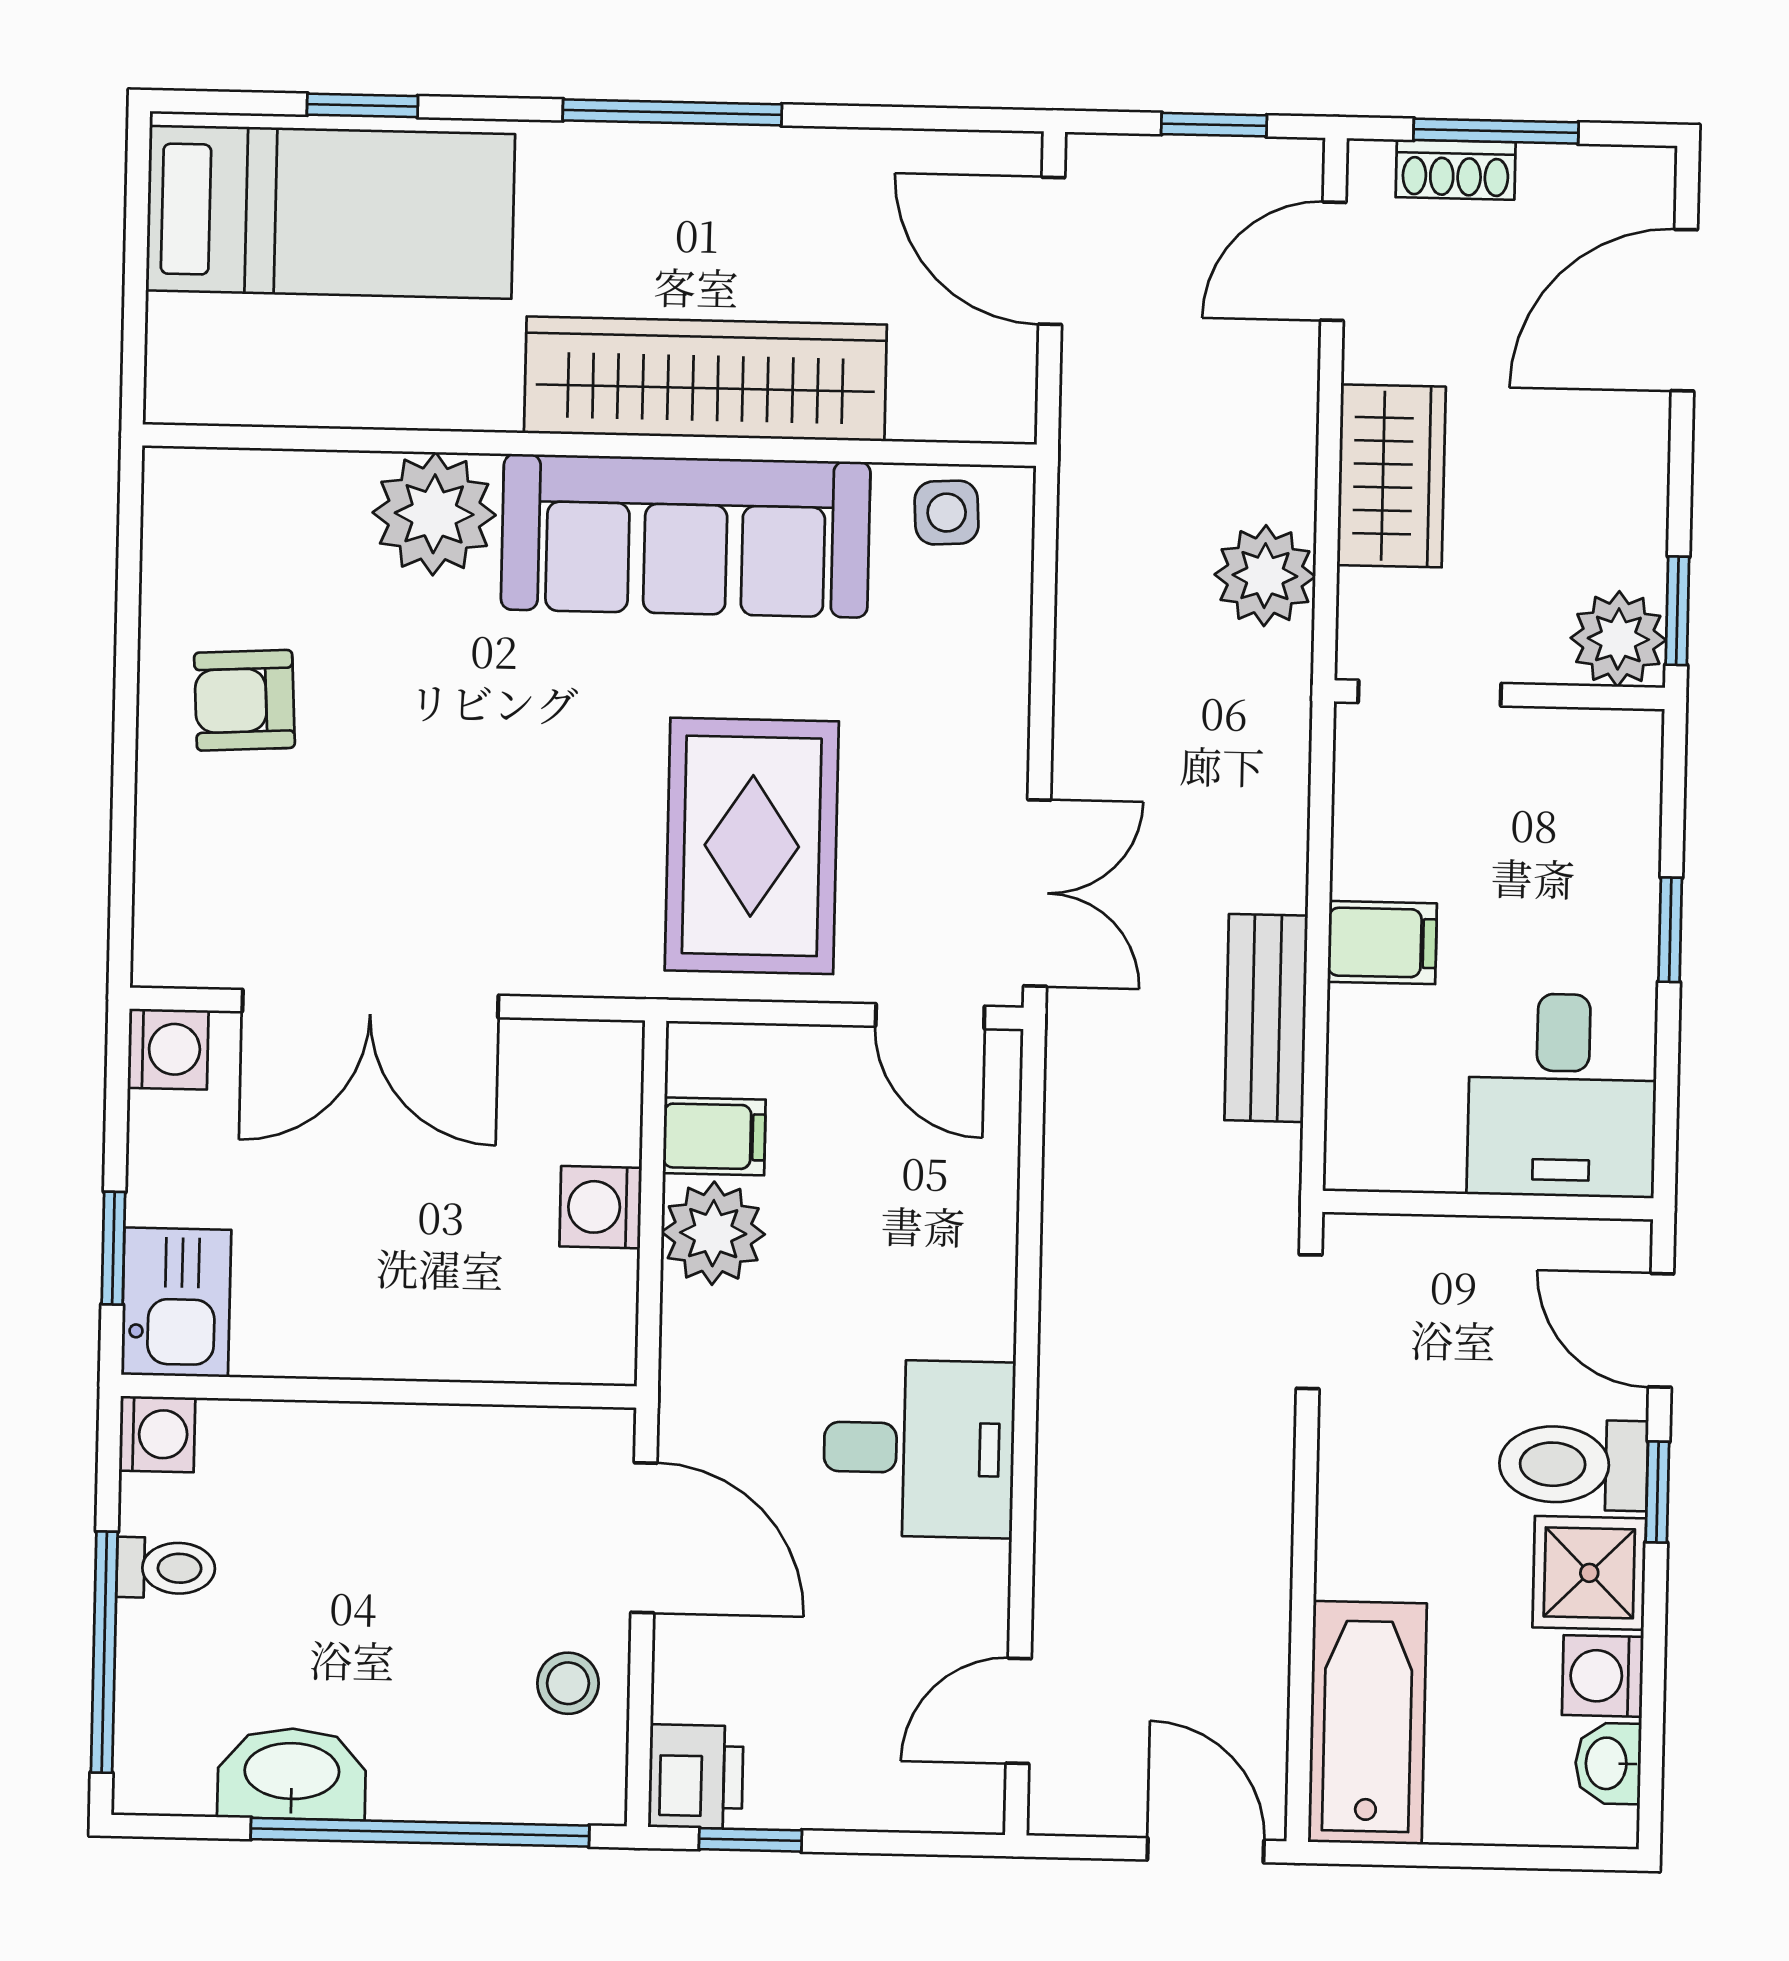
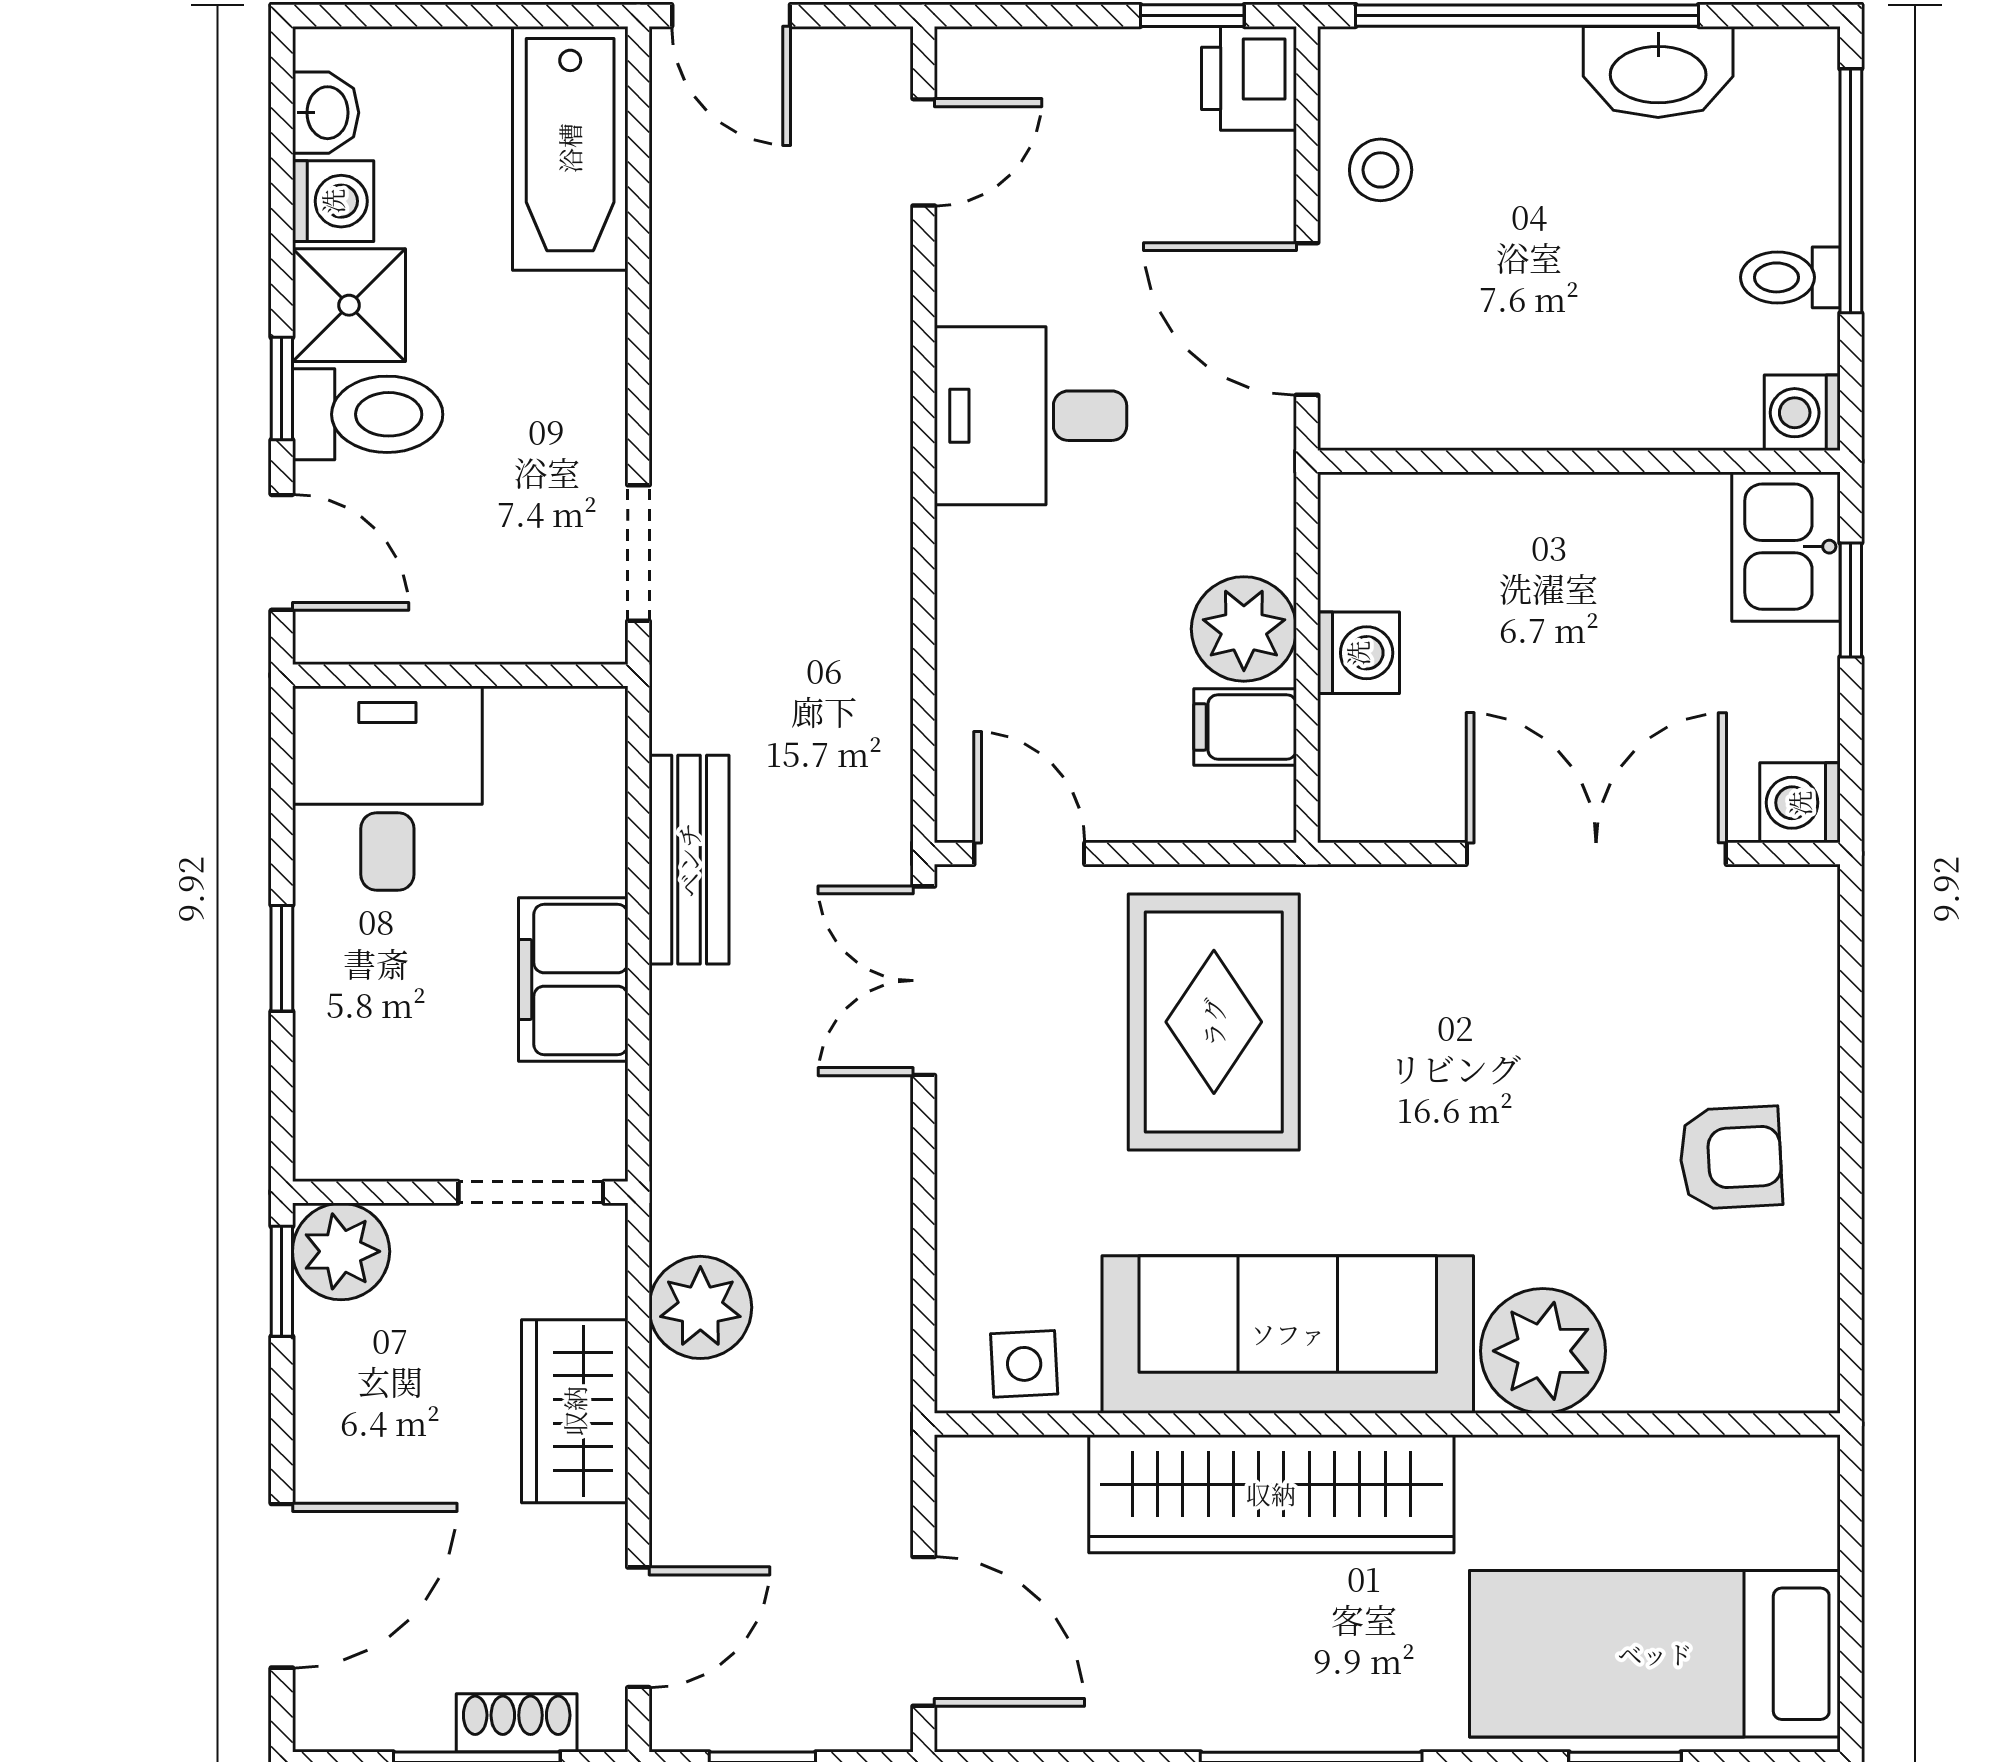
filing cabinet: (1382, 943) -> (573, 979), width x2.00

